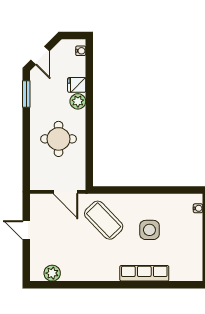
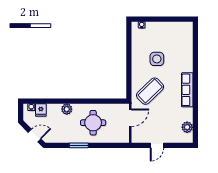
fridge: (77, 85) -> (41, 110), moved
window: (26, 94) -> (79, 145), moved
row of seats: (144, 273) -> (187, 90), moved

